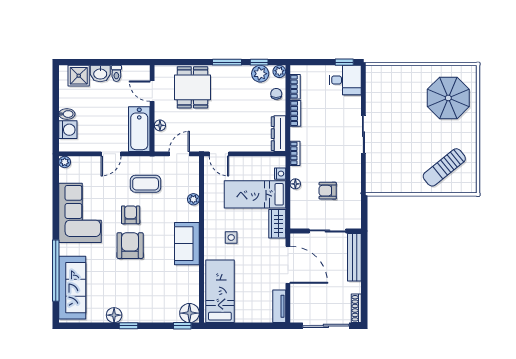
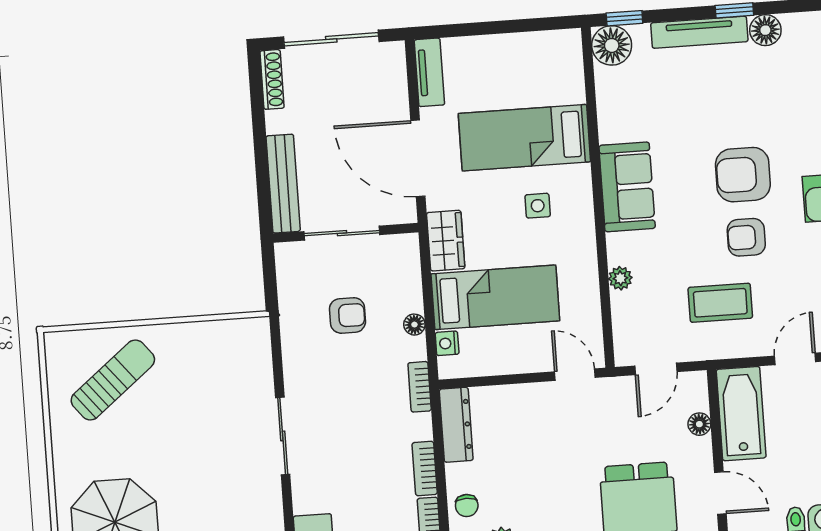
armchair: (131, 215) -> (746, 237), turned 90
armchair: (130, 246) -> (743, 175), turned 90
bed: (220, 291) -> (524, 138), moved, turned 90
tv unit: (146, 316) -> (699, 32), added

